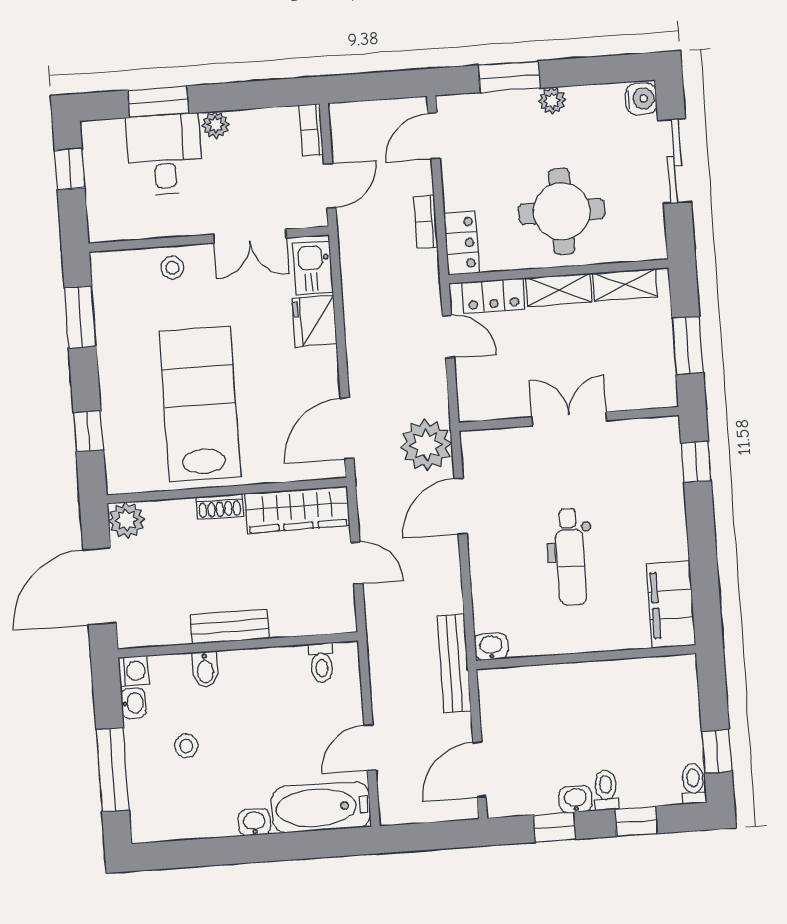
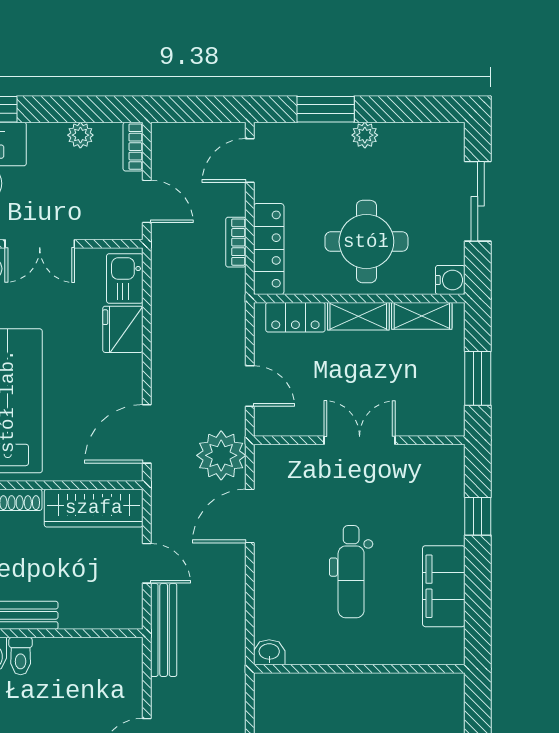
water cooler: (641, 99) -> (450, 280), moved
plant: (215, 125) -> (80, 135), moved
door: (330, 186) -> (147, 201), hinge flipped
double door: (250, 236) -> (40, 244), moved
locker: (462, 243) -> (269, 249), width x1.53
door: (448, 336) -> (250, 386), moved
window: (696, 462) -> (478, 516), moved
filing cabinet: (671, 604) -> (444, 586), moved
toilet: (321, 663) -> (21, 656), moved
bench: (454, 663) -> (164, 630), moved

